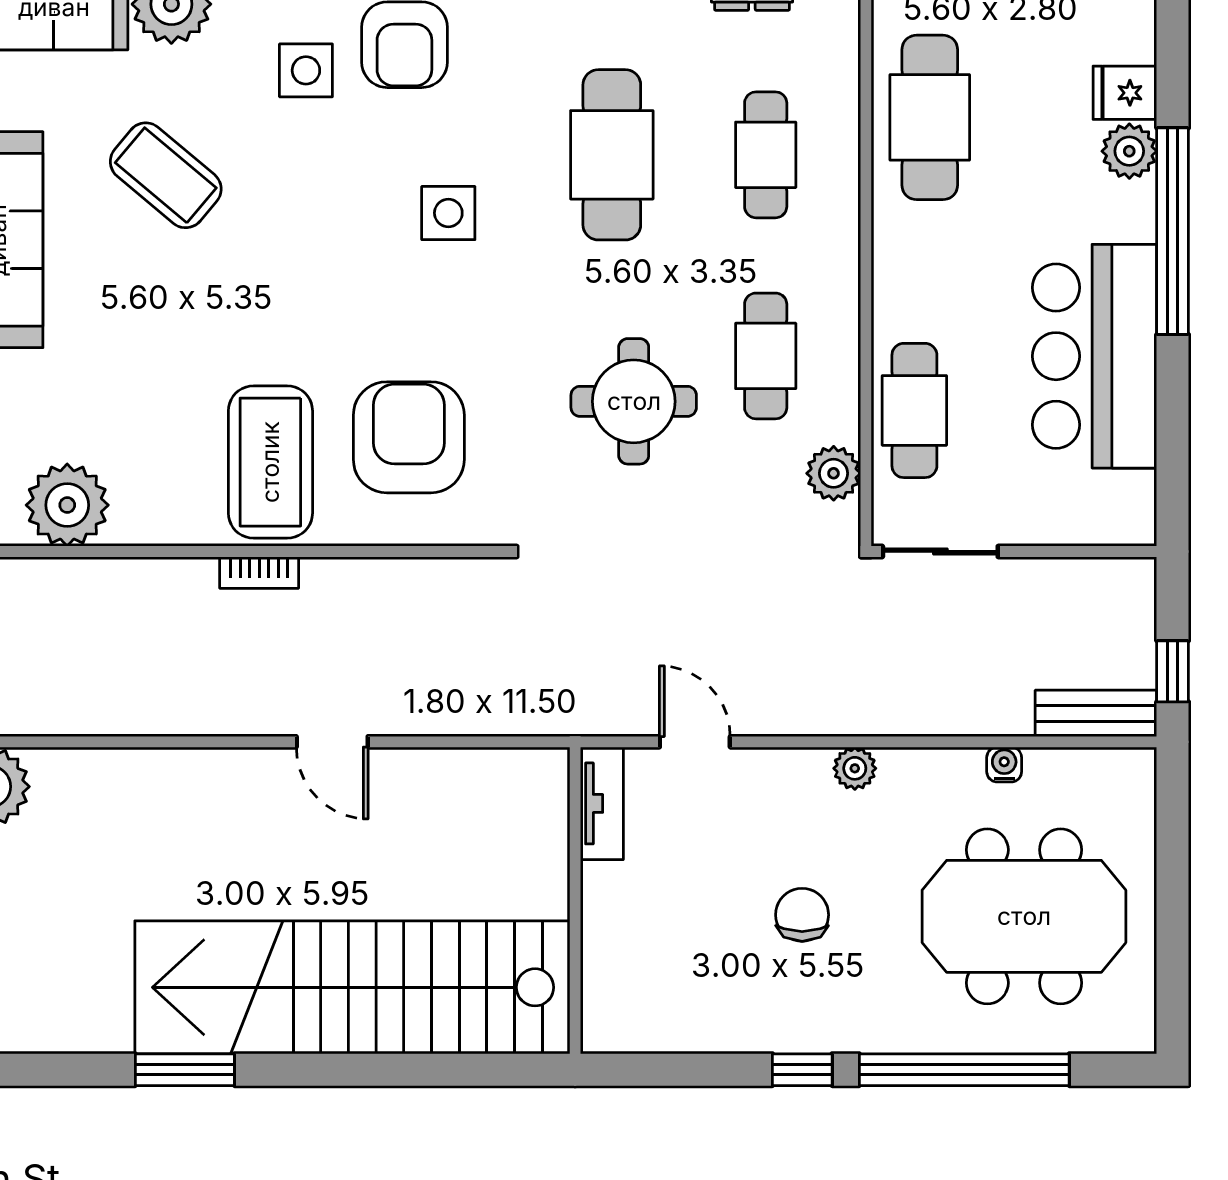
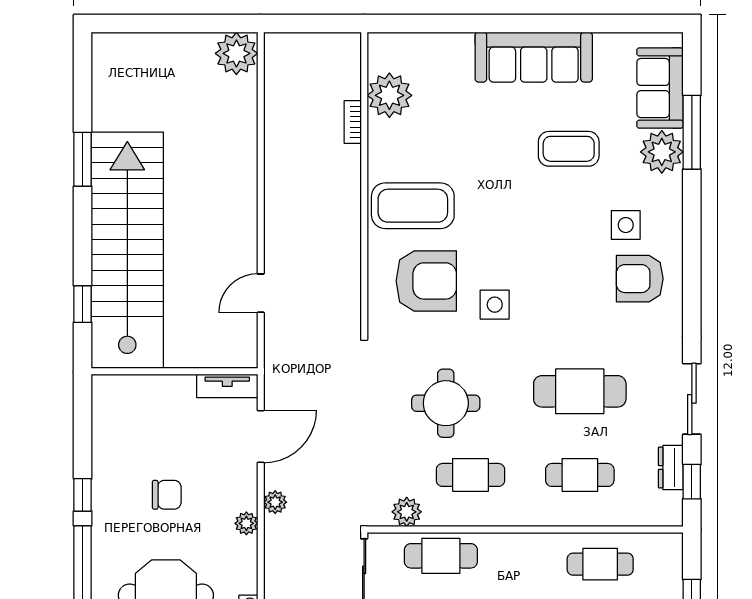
cafe table: (930, 117) -> (600, 564), width x0.73, depth x0.74
coffee table: (166, 175) -> (569, 149), turned 50
side table: (448, 213) -> (495, 305), moved
bookcase: (259, 573) -> (353, 122), moved
plant: (816, 715) -> (275, 502), added
door: (332, 742) -> (261, 293), moved
door: (695, 742) -> (261, 436), width x1.38
window: (451, 1070) -> (83, 304), added

